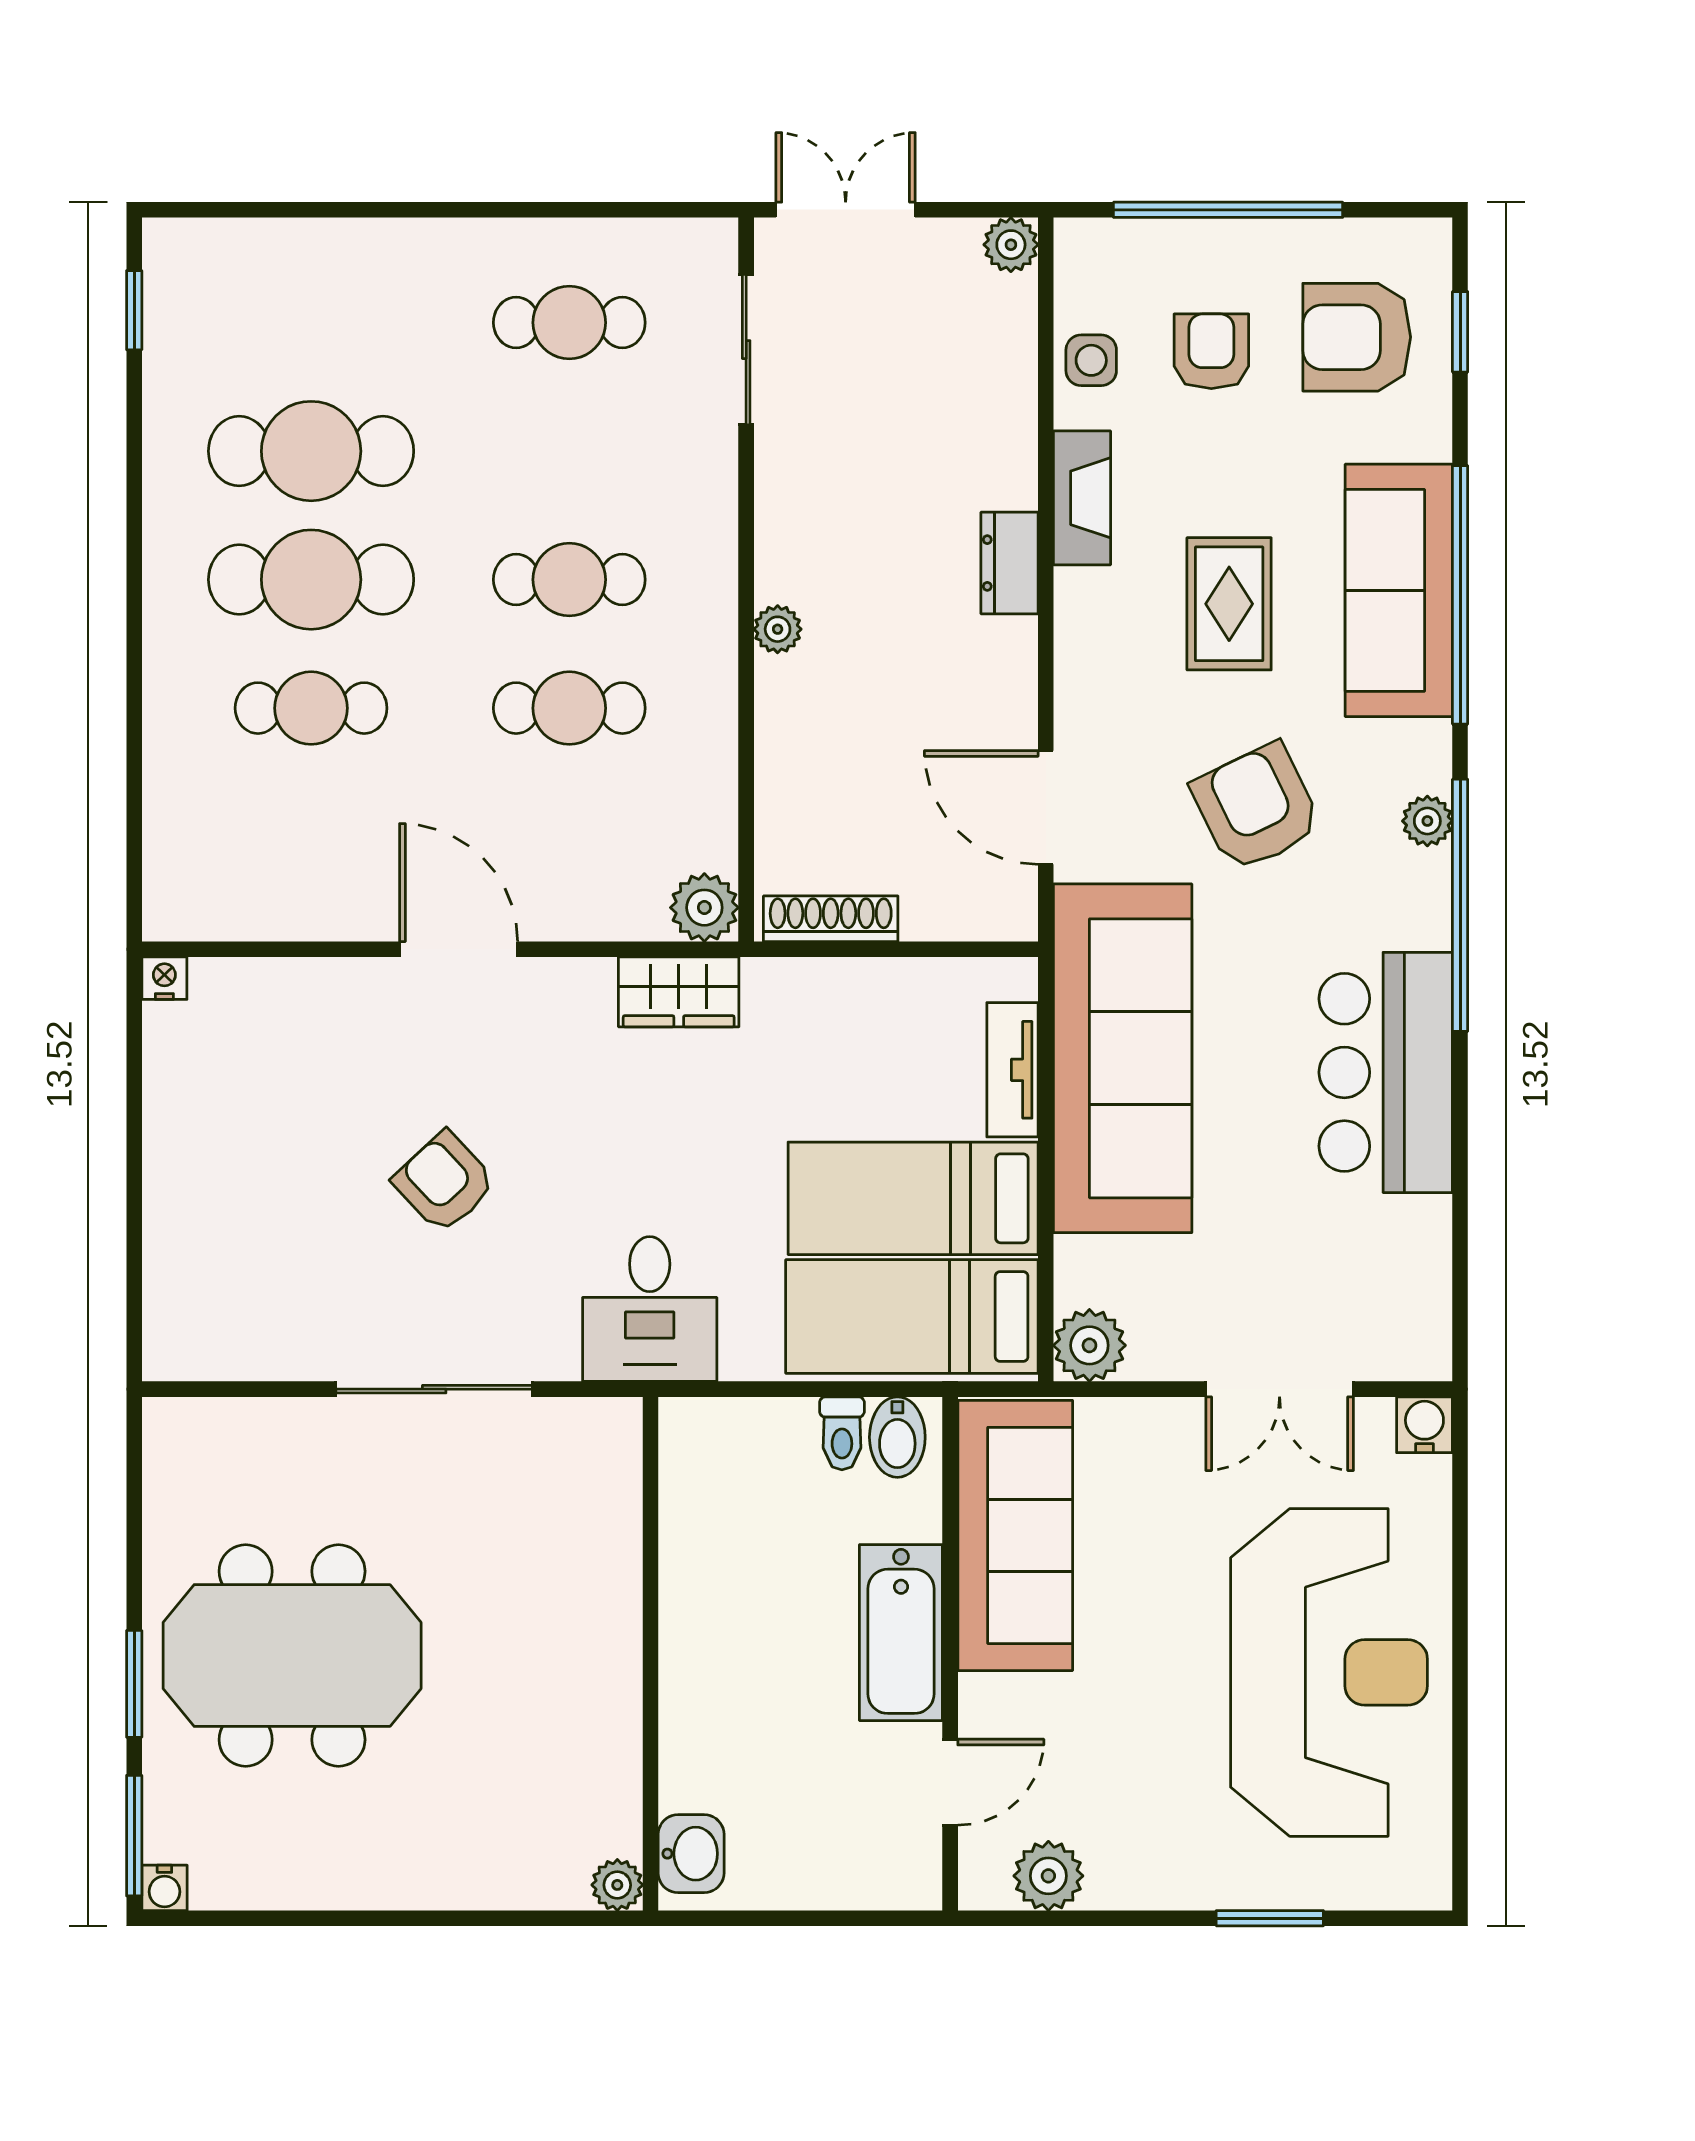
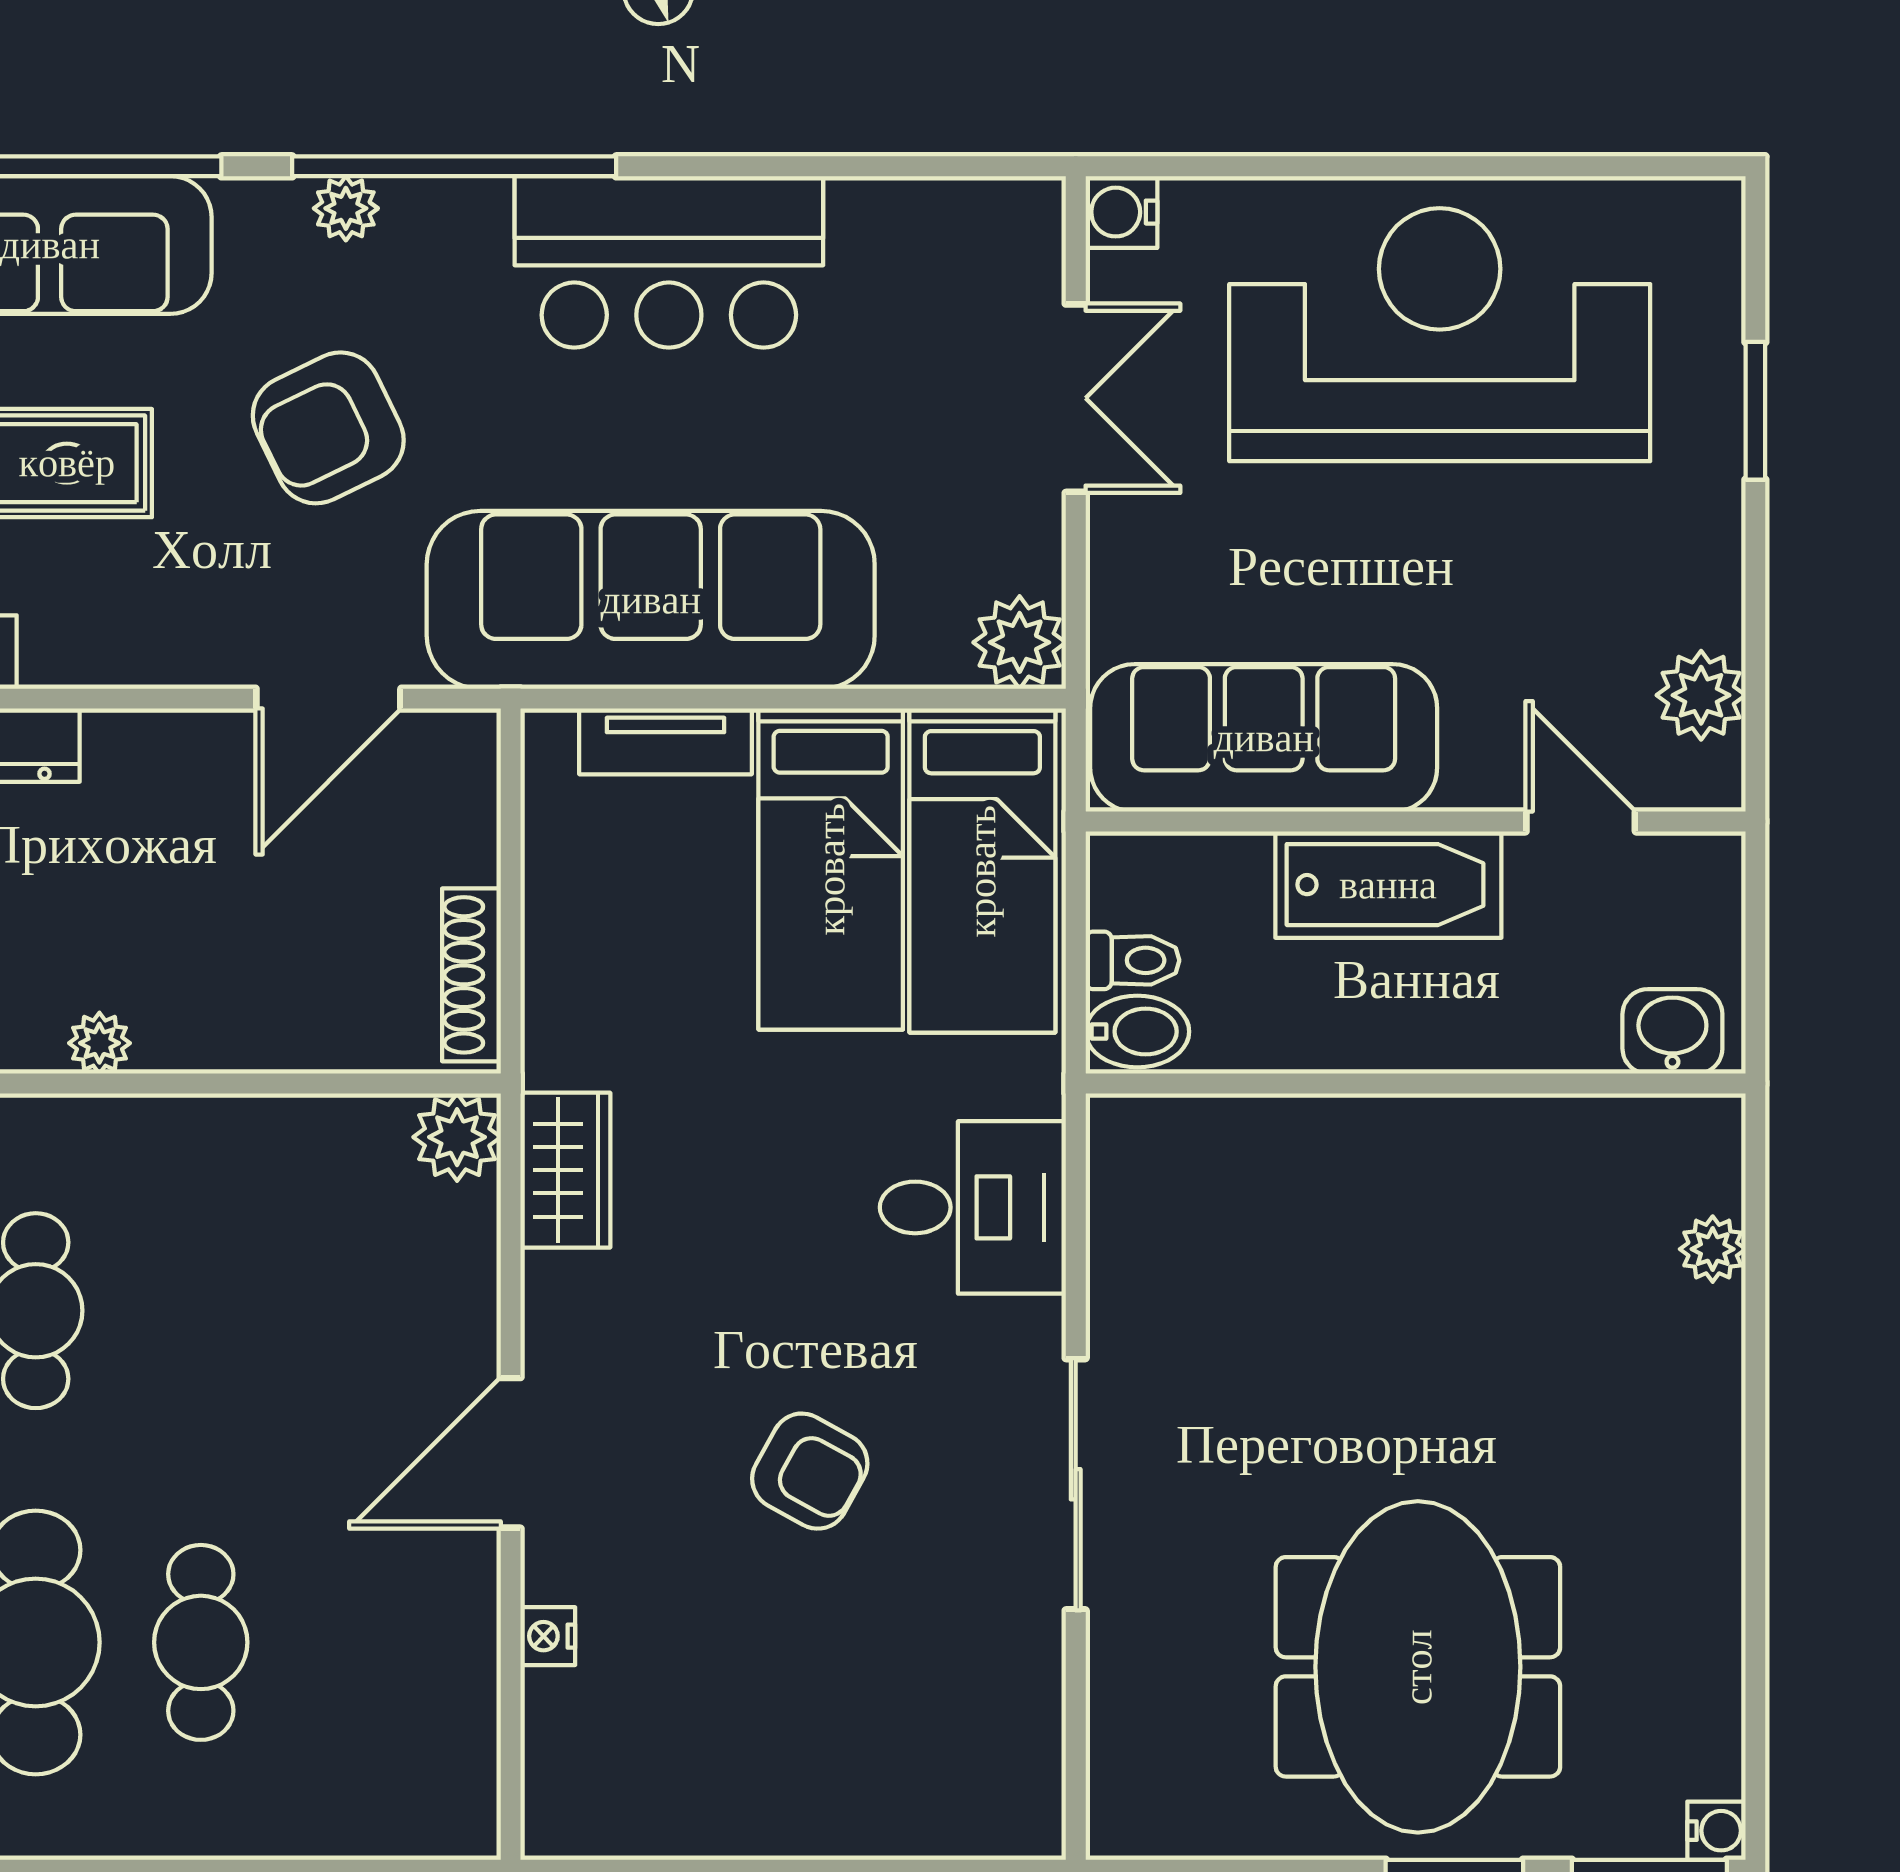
cafe table: (569, 708) -> (201, 1311), removed
nightstand: (164, 978) -> (548, 1636), moved
armchair: (444, 1182) -> (810, 1471), turned -108
bidet: (897, 1437) -> (1137, 1032), moved
wall: (651, 1654) -> (1416, 1083), moved
washbasin: (691, 1854) -> (1672, 1031), moved

